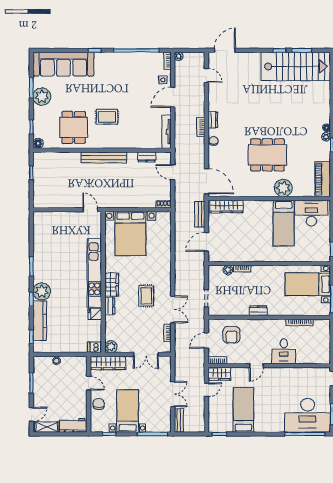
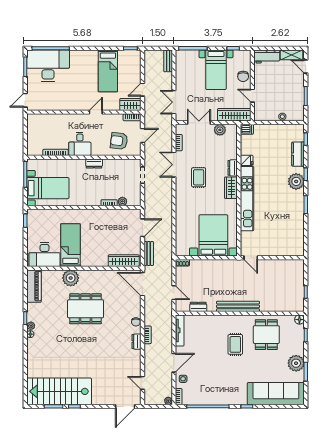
rug: (107, 117) -> (235, 344), turned 90
kitchen counter: (40, 321) -> (298, 154), width x0.67
armchair: (232, 335) -> (119, 141), turned -83
plant: (111, 347) -> (220, 130), moved
desk: (284, 351) -> (80, 144), moved, turned 180
double door: (173, 394) -> (174, 102), moved
door: (31, 414) -> (306, 67), hinge flipped

